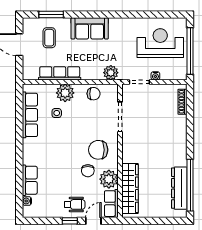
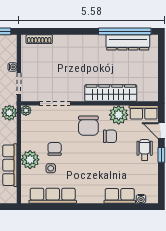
plant: (113, 89) -> (26, 110), added
chair: (94, 94) -> (55, 149), moved
wardrobe: (130, 188) -> (111, 93), moved

